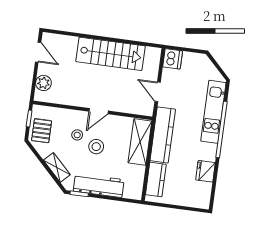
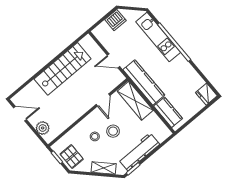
dishwasher: (173, 59) -> (115, 20), moved, turned 90
door: (99, 111) -> (103, 100), moved
fridge: (205, 171) -> (206, 94), moved

